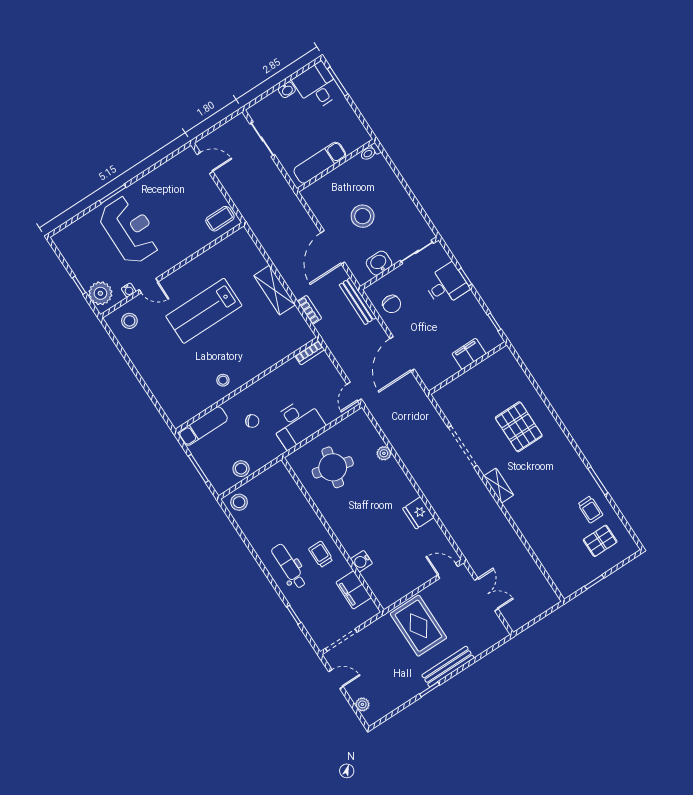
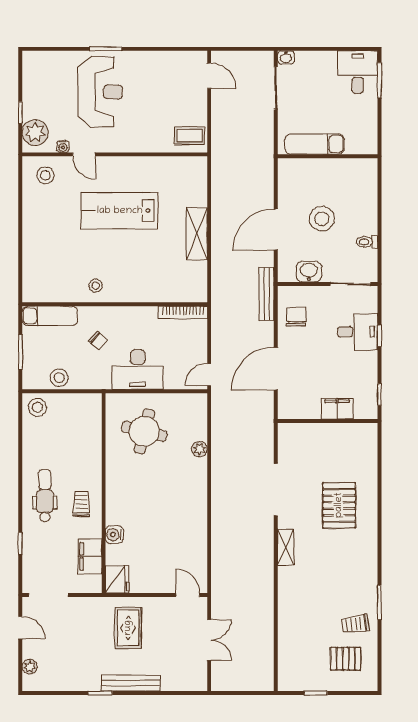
washbasin: (287, 90) -> (286, 57), moved
toilet: (370, 152) -> (367, 242), moved
chair: (392, 304) -> (296, 317), turned 180
bookcase: (309, 310) -> (217, 273), removed
bookcase: (310, 353) -> (183, 312), width x1.56
trolley: (590, 509) -> (355, 624), turned 82
fridge: (418, 513) -> (117, 579), moved, turned 180
rug: (418, 626) -> (128, 628), width x0.73, depth x0.70

